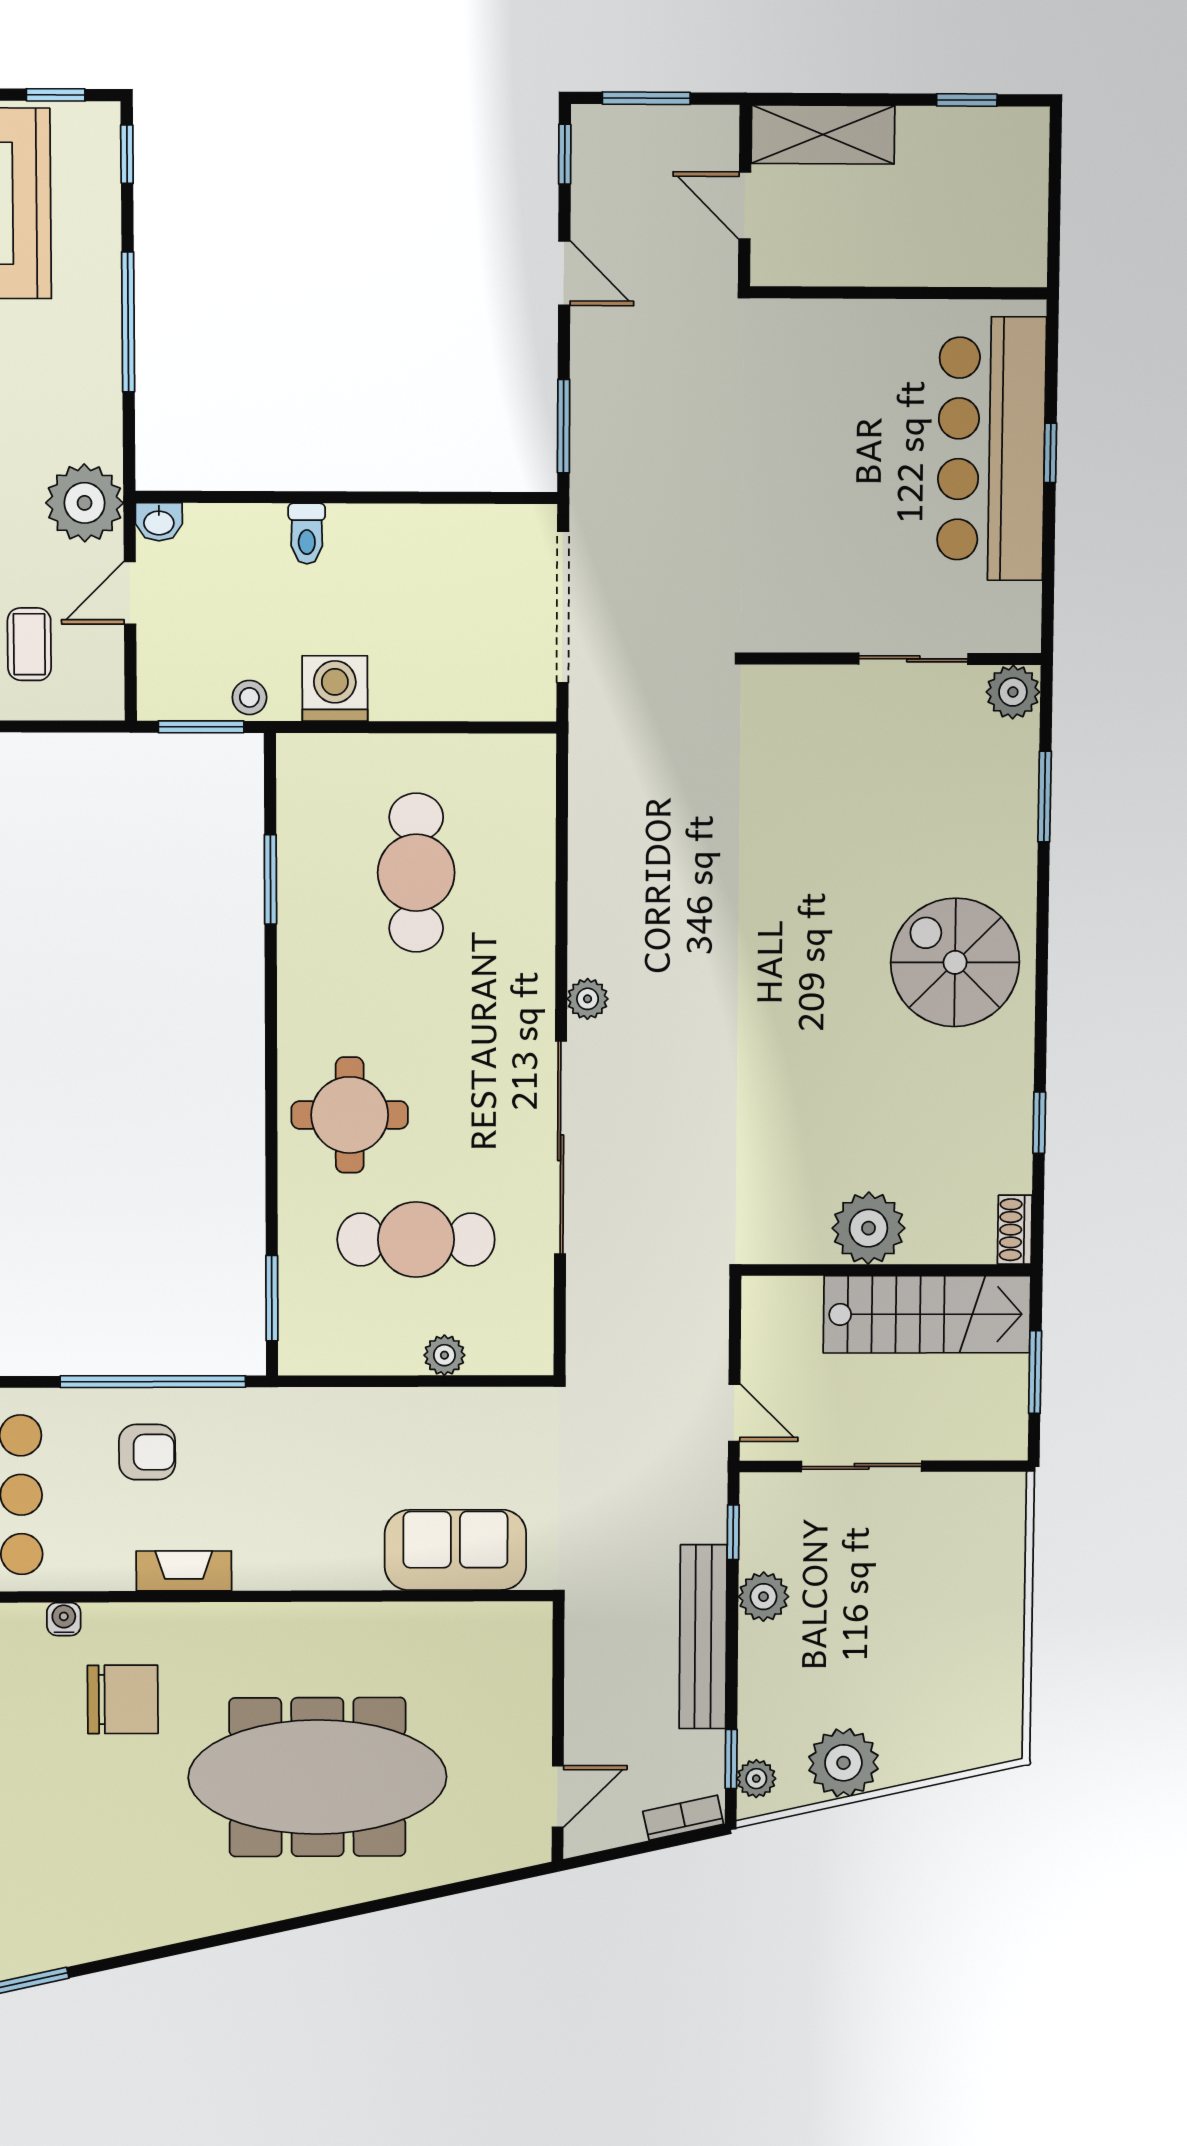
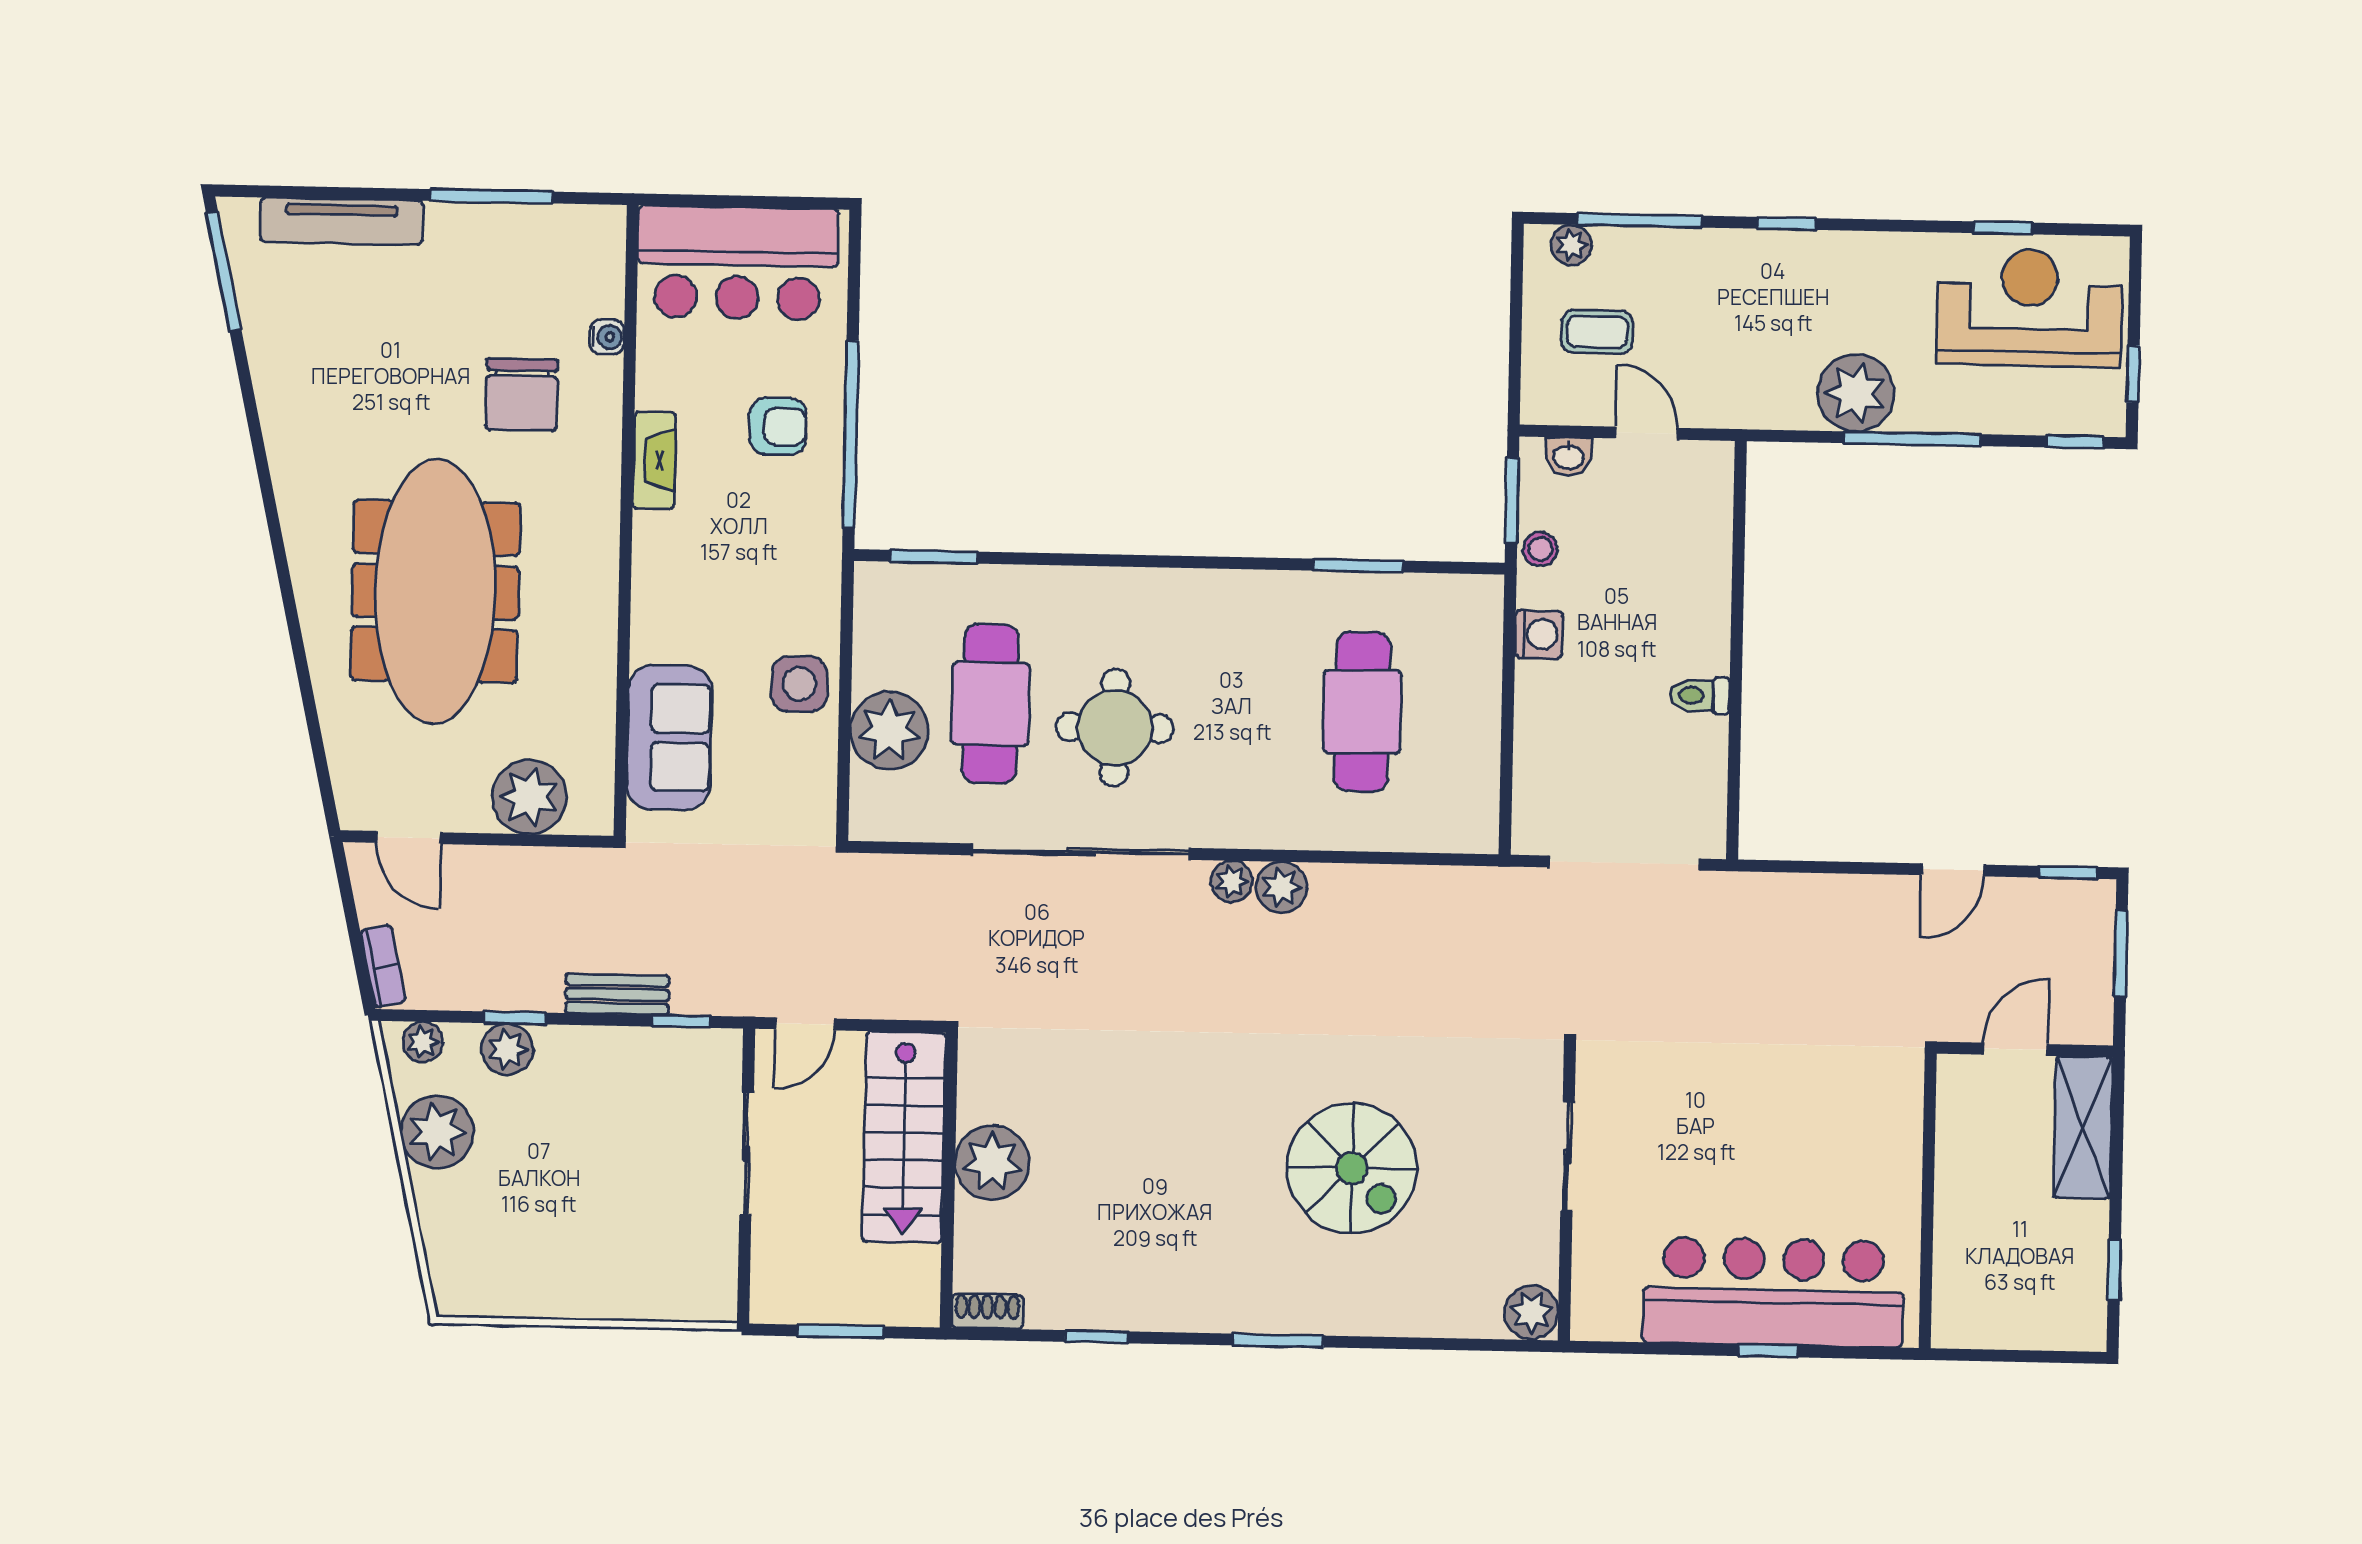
window: (564, 426) -> (1803, 867), removed
plant: (85, 503) -> (1856, 393), moved
washbasin: (159, 522) -> (1569, 456), moved, turned -90
toilet: (307, 534) -> (1700, 695), moved
sliding door: (913, 659) -> (1568, 1156), moved
washing machine: (335, 688) -> (1539, 634), width x0.73, depth x0.73
window: (1045, 797) -> (1278, 1341), moved
cafe table: (416, 873) -> (1362, 712), turned 90
plant: (593, 949) -> (1282, 887), added
spiral stairs: (955, 962) -> (1352, 1168), moved, turned 90
round table: (350, 1115) -> (1115, 728), moved
stairs: (927, 1314) -> (904, 1137), moved
plant: (444, 1355) -> (889, 731), width x1.87, depth x1.87
side table: (400, 1426) -> (799, 684), added
armchair: (147, 1452) -> (778, 426), turned -90
plant: (764, 1597) -> (507, 1049), moved
bench: (703, 1637) -> (617, 994), width x0.54, depth x0.82
plant: (516, 1683) -> (529, 797), added
window: (731, 1759) -> (515, 1018), moved

